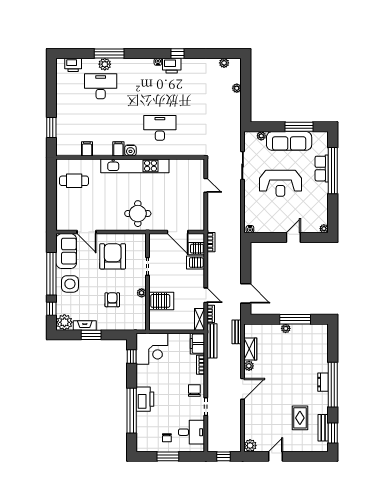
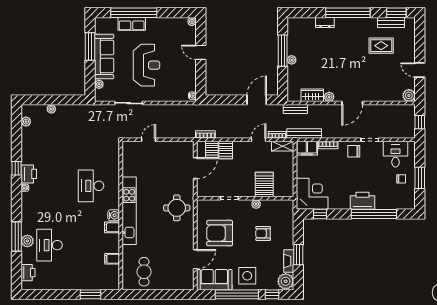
dresser: (323, 382) -> (325, 23), moved
door: (243, 389) -> (352, 103), swing flipped

